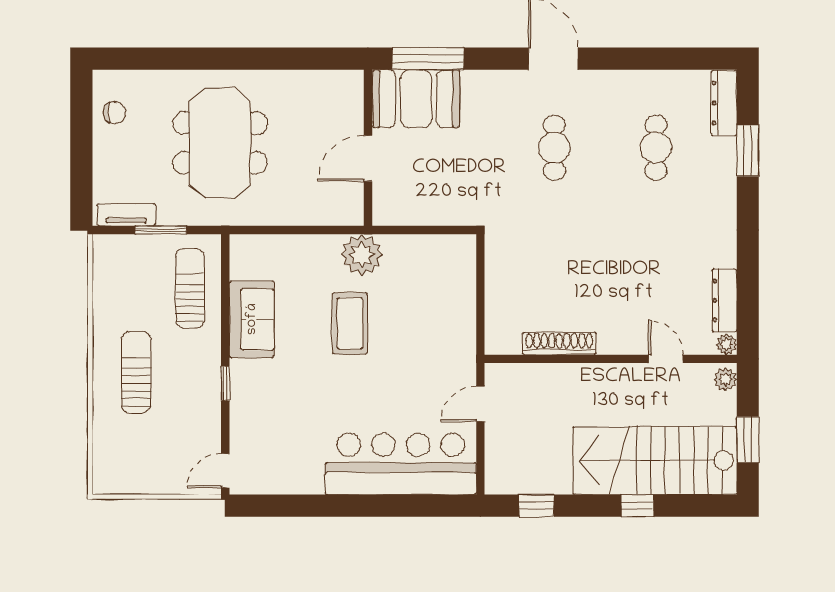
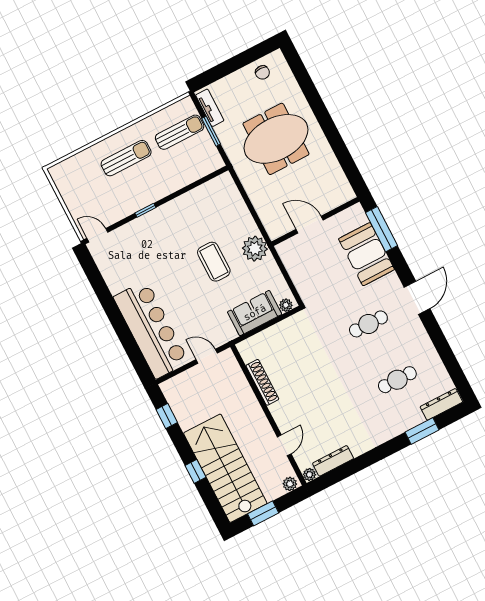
booth: (416, 99) -> (367, 254), moved
plant: (466, 252) -> (286, 305), added
sun lounger: (190, 288) -> (180, 132), moved
sofa: (252, 319) -> (255, 313), moved, turned 180
coffee table: (350, 323) -> (214, 262), turned 90

